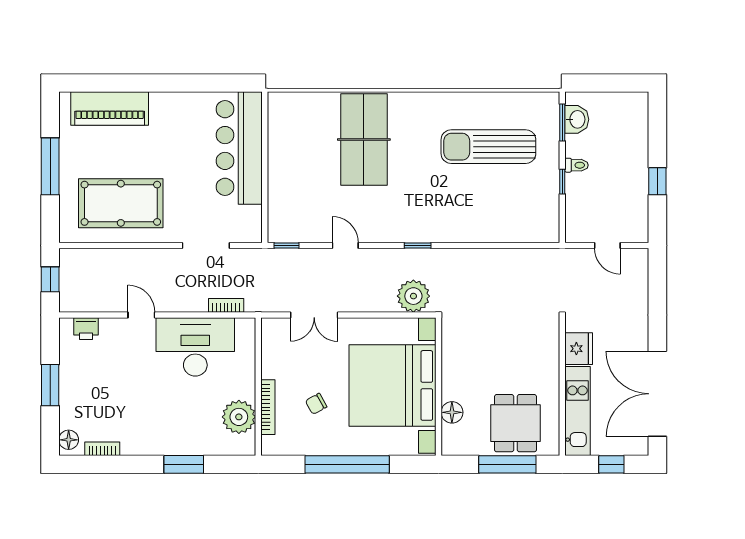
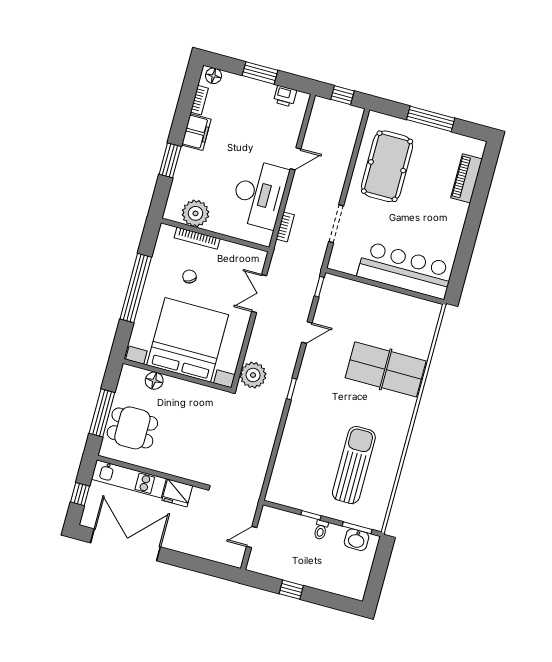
piano: (110, 108) -> (467, 178), width x0.73, depth x0.75
printer: (86, 329) -> (285, 96), moved, turned -90
filing cabinet: (141, 442) -> (196, 132), added

